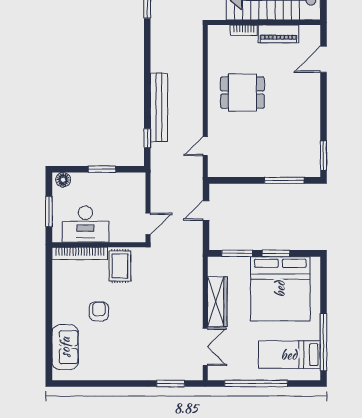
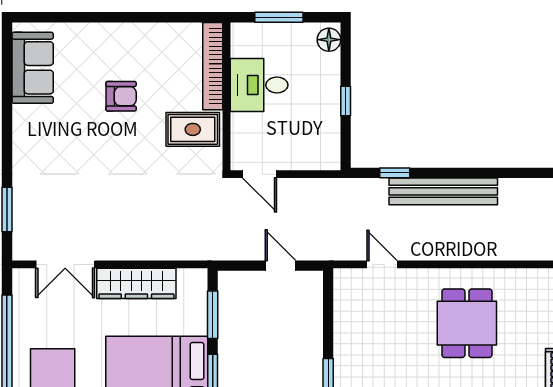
window: (102, 169) -> (346, 101), width x0.67
desk: (85, 224) -> (259, 85), width x0.73
sofa: (65, 347) -> (33, 68), moved, turned -90

